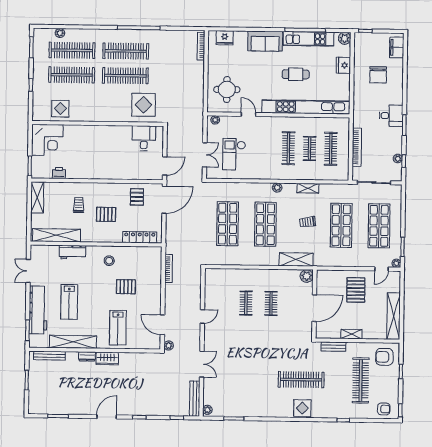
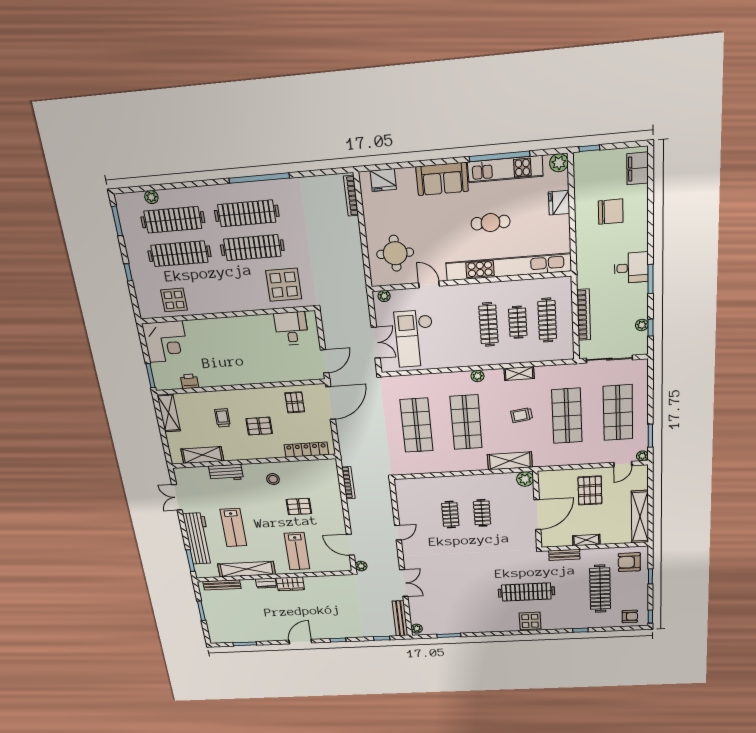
chair: (378, 75) -> (611, 212), turned -90
checkout: (234, 154) -> (415, 339), width x1.36, depth x1.21
shelving: (57, 235) -> (202, 455), width x0.68

